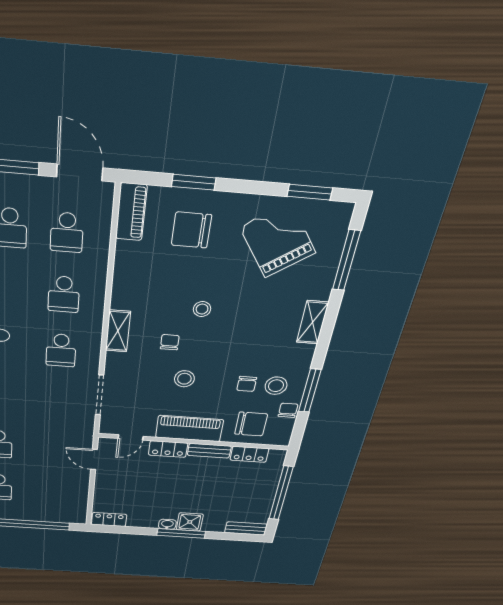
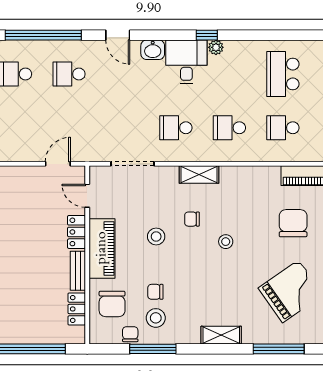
chair: (170, 342) -> (192, 219), turned 180
chair: (288, 410) -> (130, 334), turned -90

